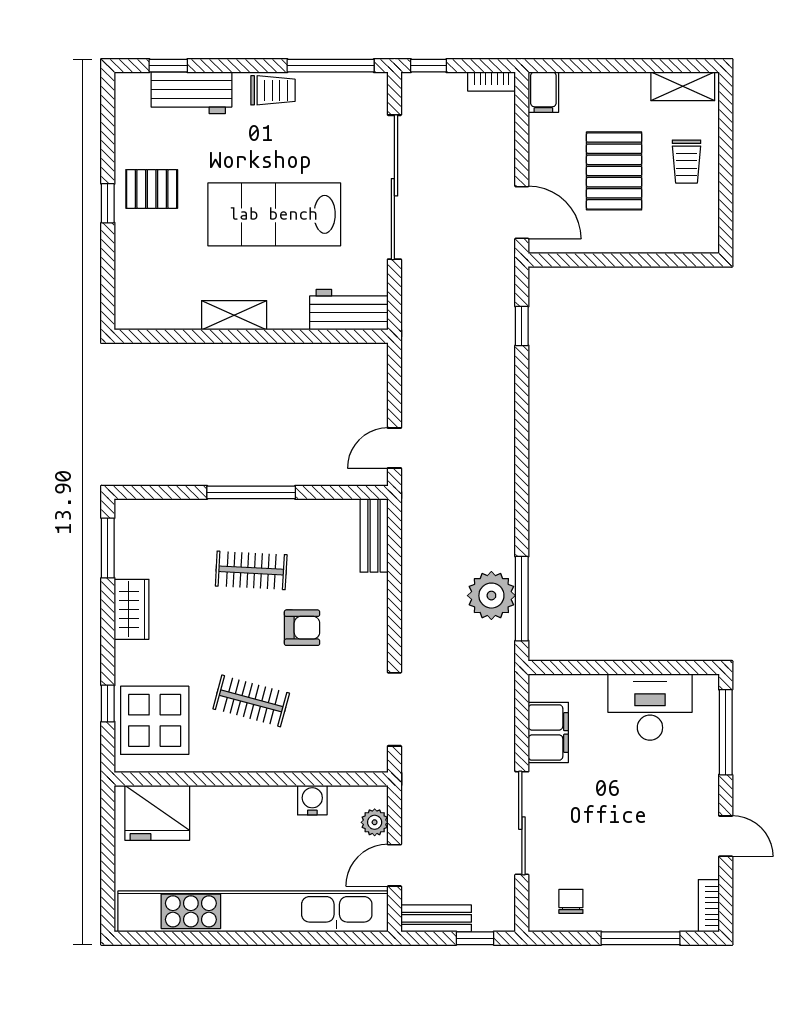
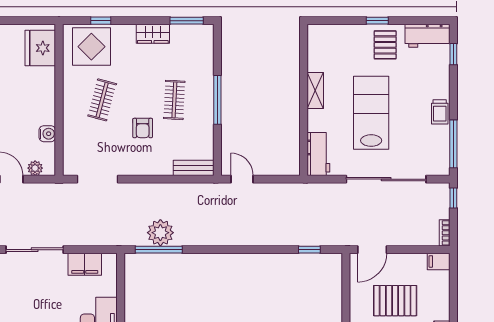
workbench: (191, 93) -> (428, 36), moved, turned -90

